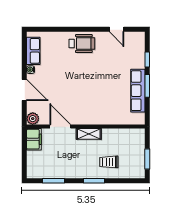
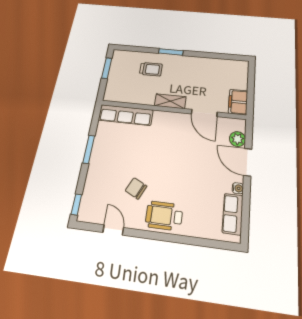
window: (147, 59) -> (76, 204), moved
chair: (105, 60) -> (136, 188), added
row of seats: (138, 91) -> (126, 115), moved, turned 90
plant: (33, 119) -> (237, 139), moved
window: (54, 181) -> (217, 56), removed

